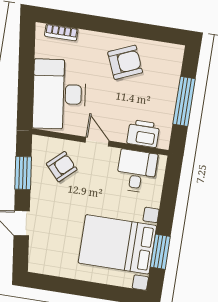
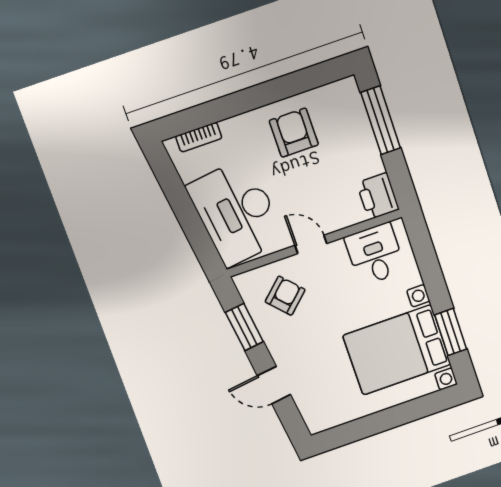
armchair: (125, 62) -> (294, 133), turned -67
window: (184, 101) -> (381, 120), moved
printer: (143, 134) -> (378, 196), moved, turned -90

